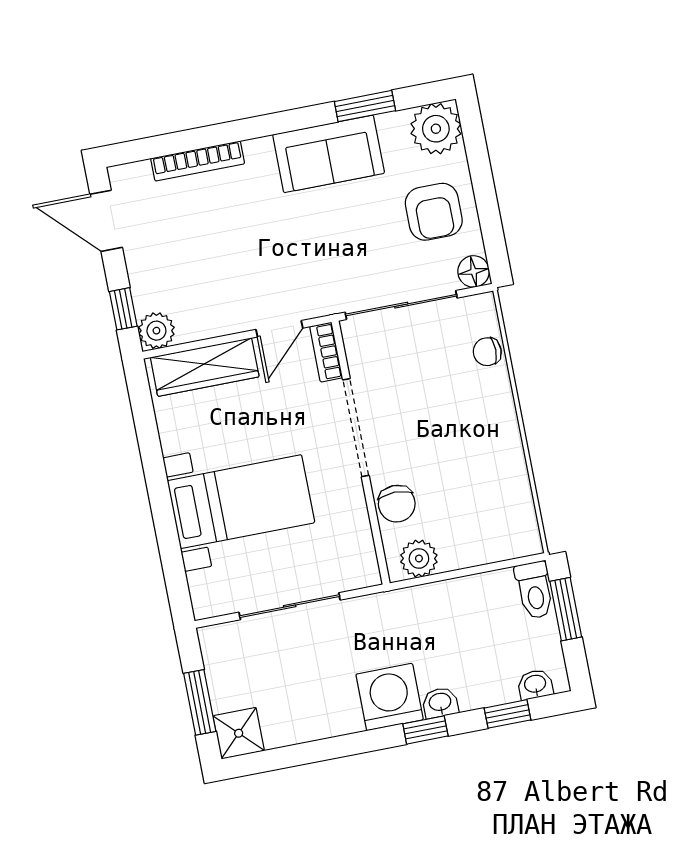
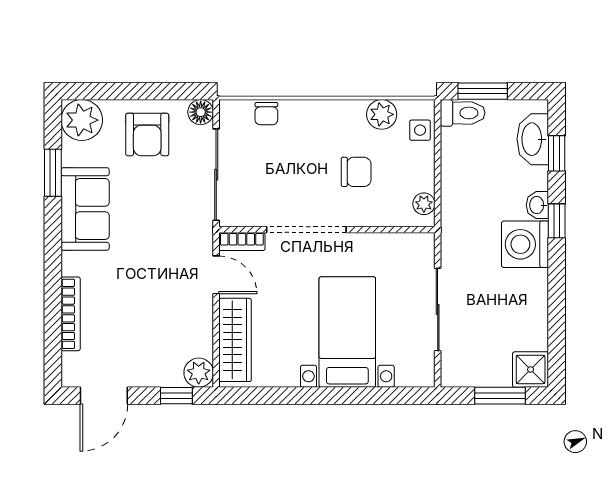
armchair: (434, 212) -> (147, 134), turned 90
plant: (514, 492) -> (382, 114), added
chair: (397, 504) -> (356, 172), moved
side table: (503, 542) -> (420, 130), added
plant: (419, 558) -> (424, 204), width x0.73, depth x0.73
washbasin: (535, 684) -> (533, 139), width x1.91, depth x1.45

